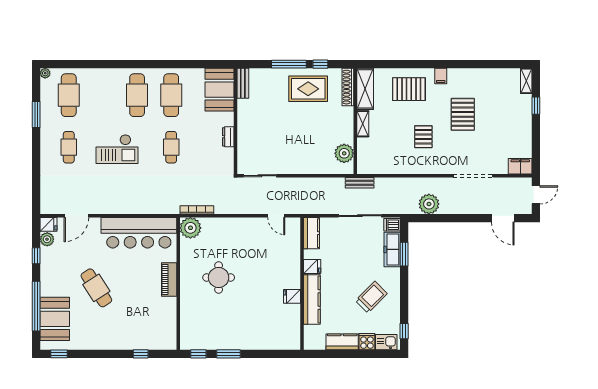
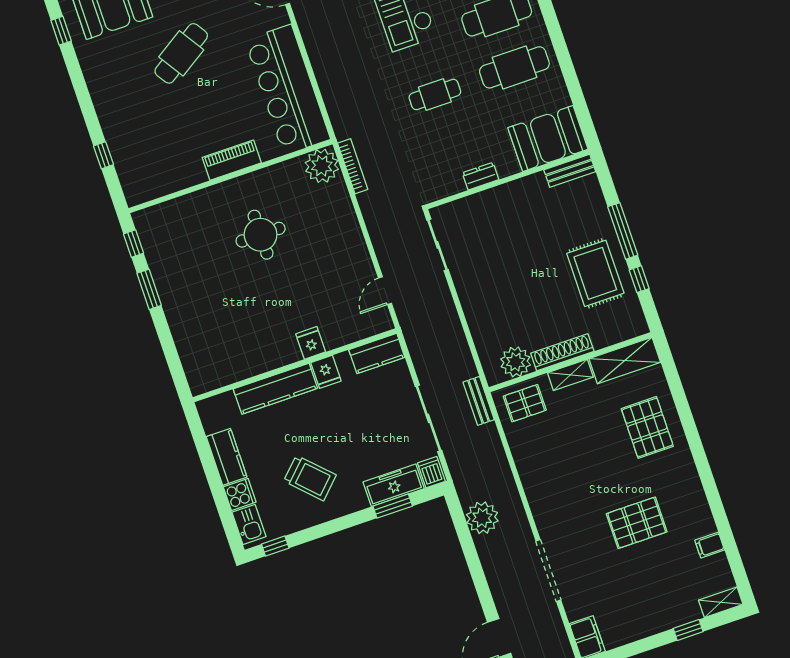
filing cabinet: (441, 76) -> (710, 545), moved
shoe rack: (348, 87) -> (562, 352), moved
pallet: (423, 137) -> (525, 403), moved
fridge: (292, 296) -> (311, 343), moved

